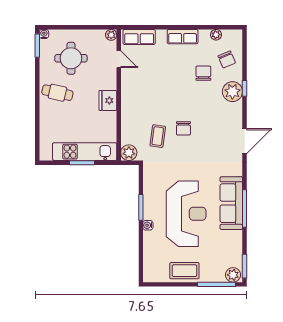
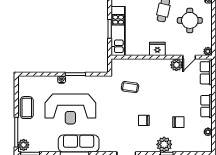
chair: (227, 59) -> (189, 140), removed
chair: (183, 128) -> (144, 120), moved
plant: (129, 153) -> (176, 65), moved

